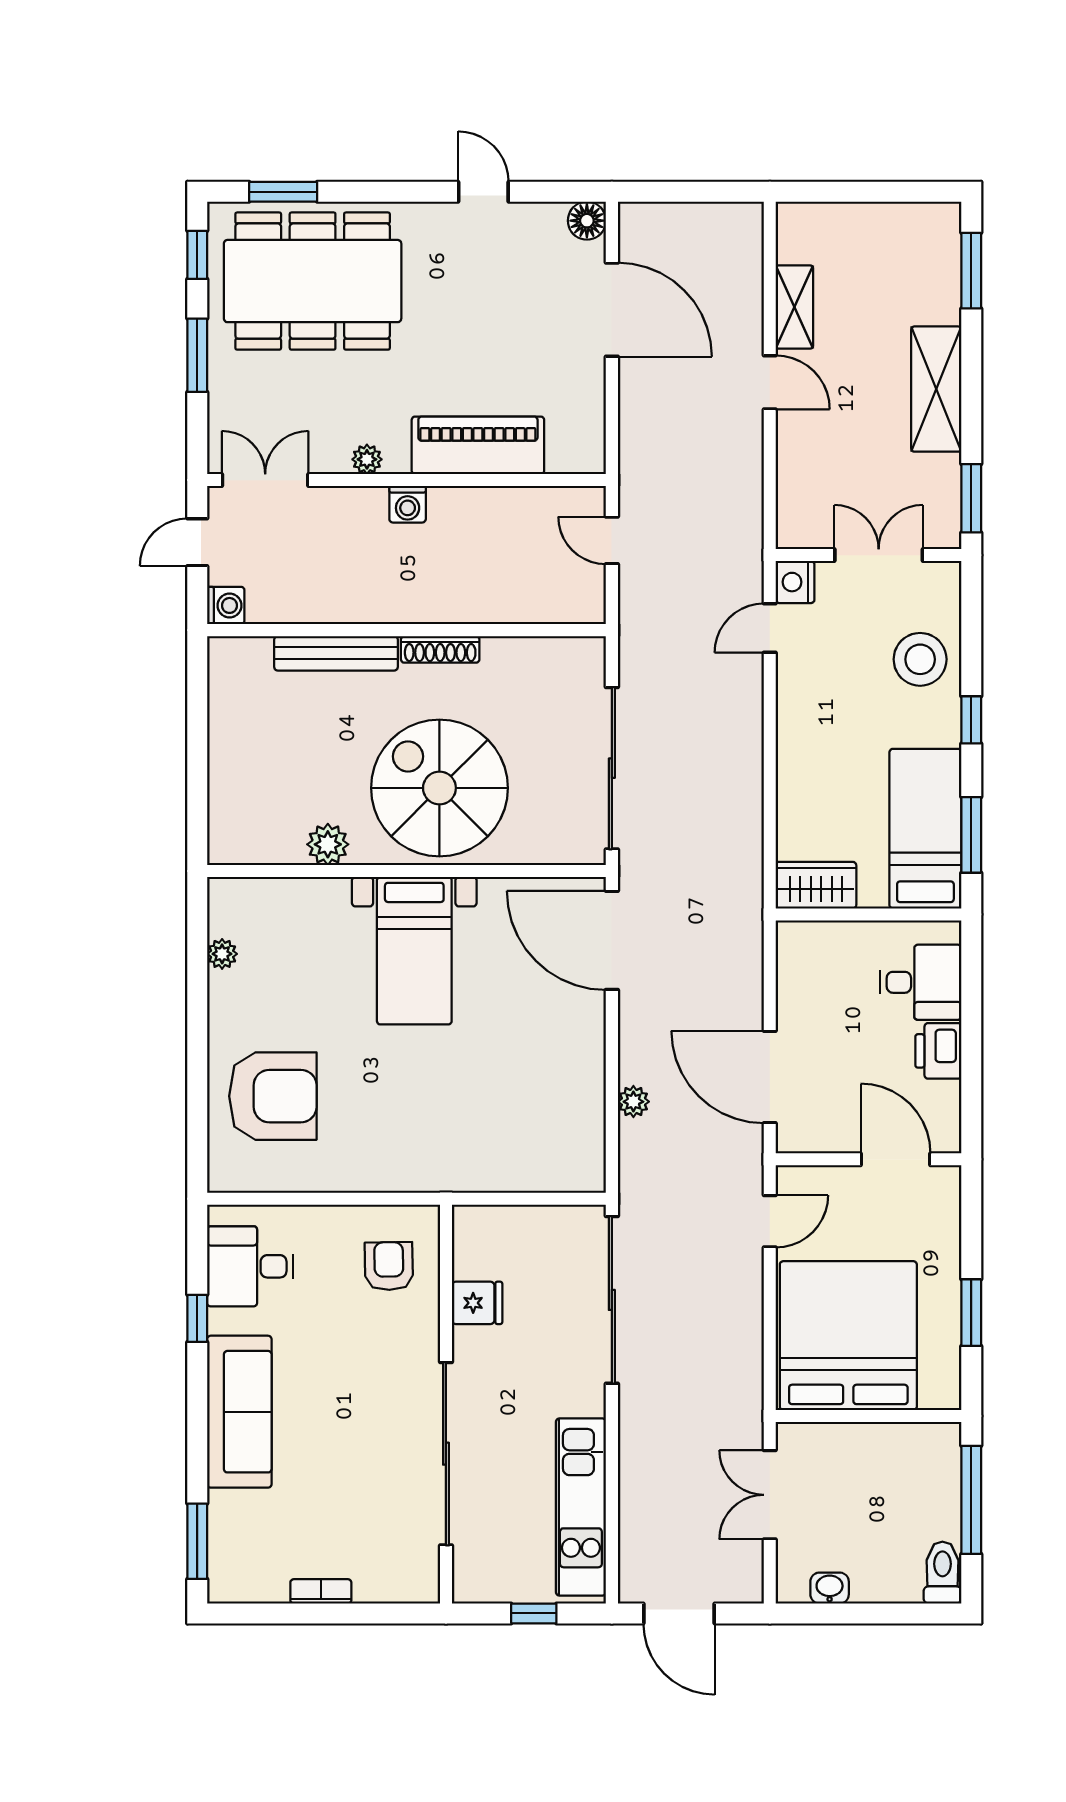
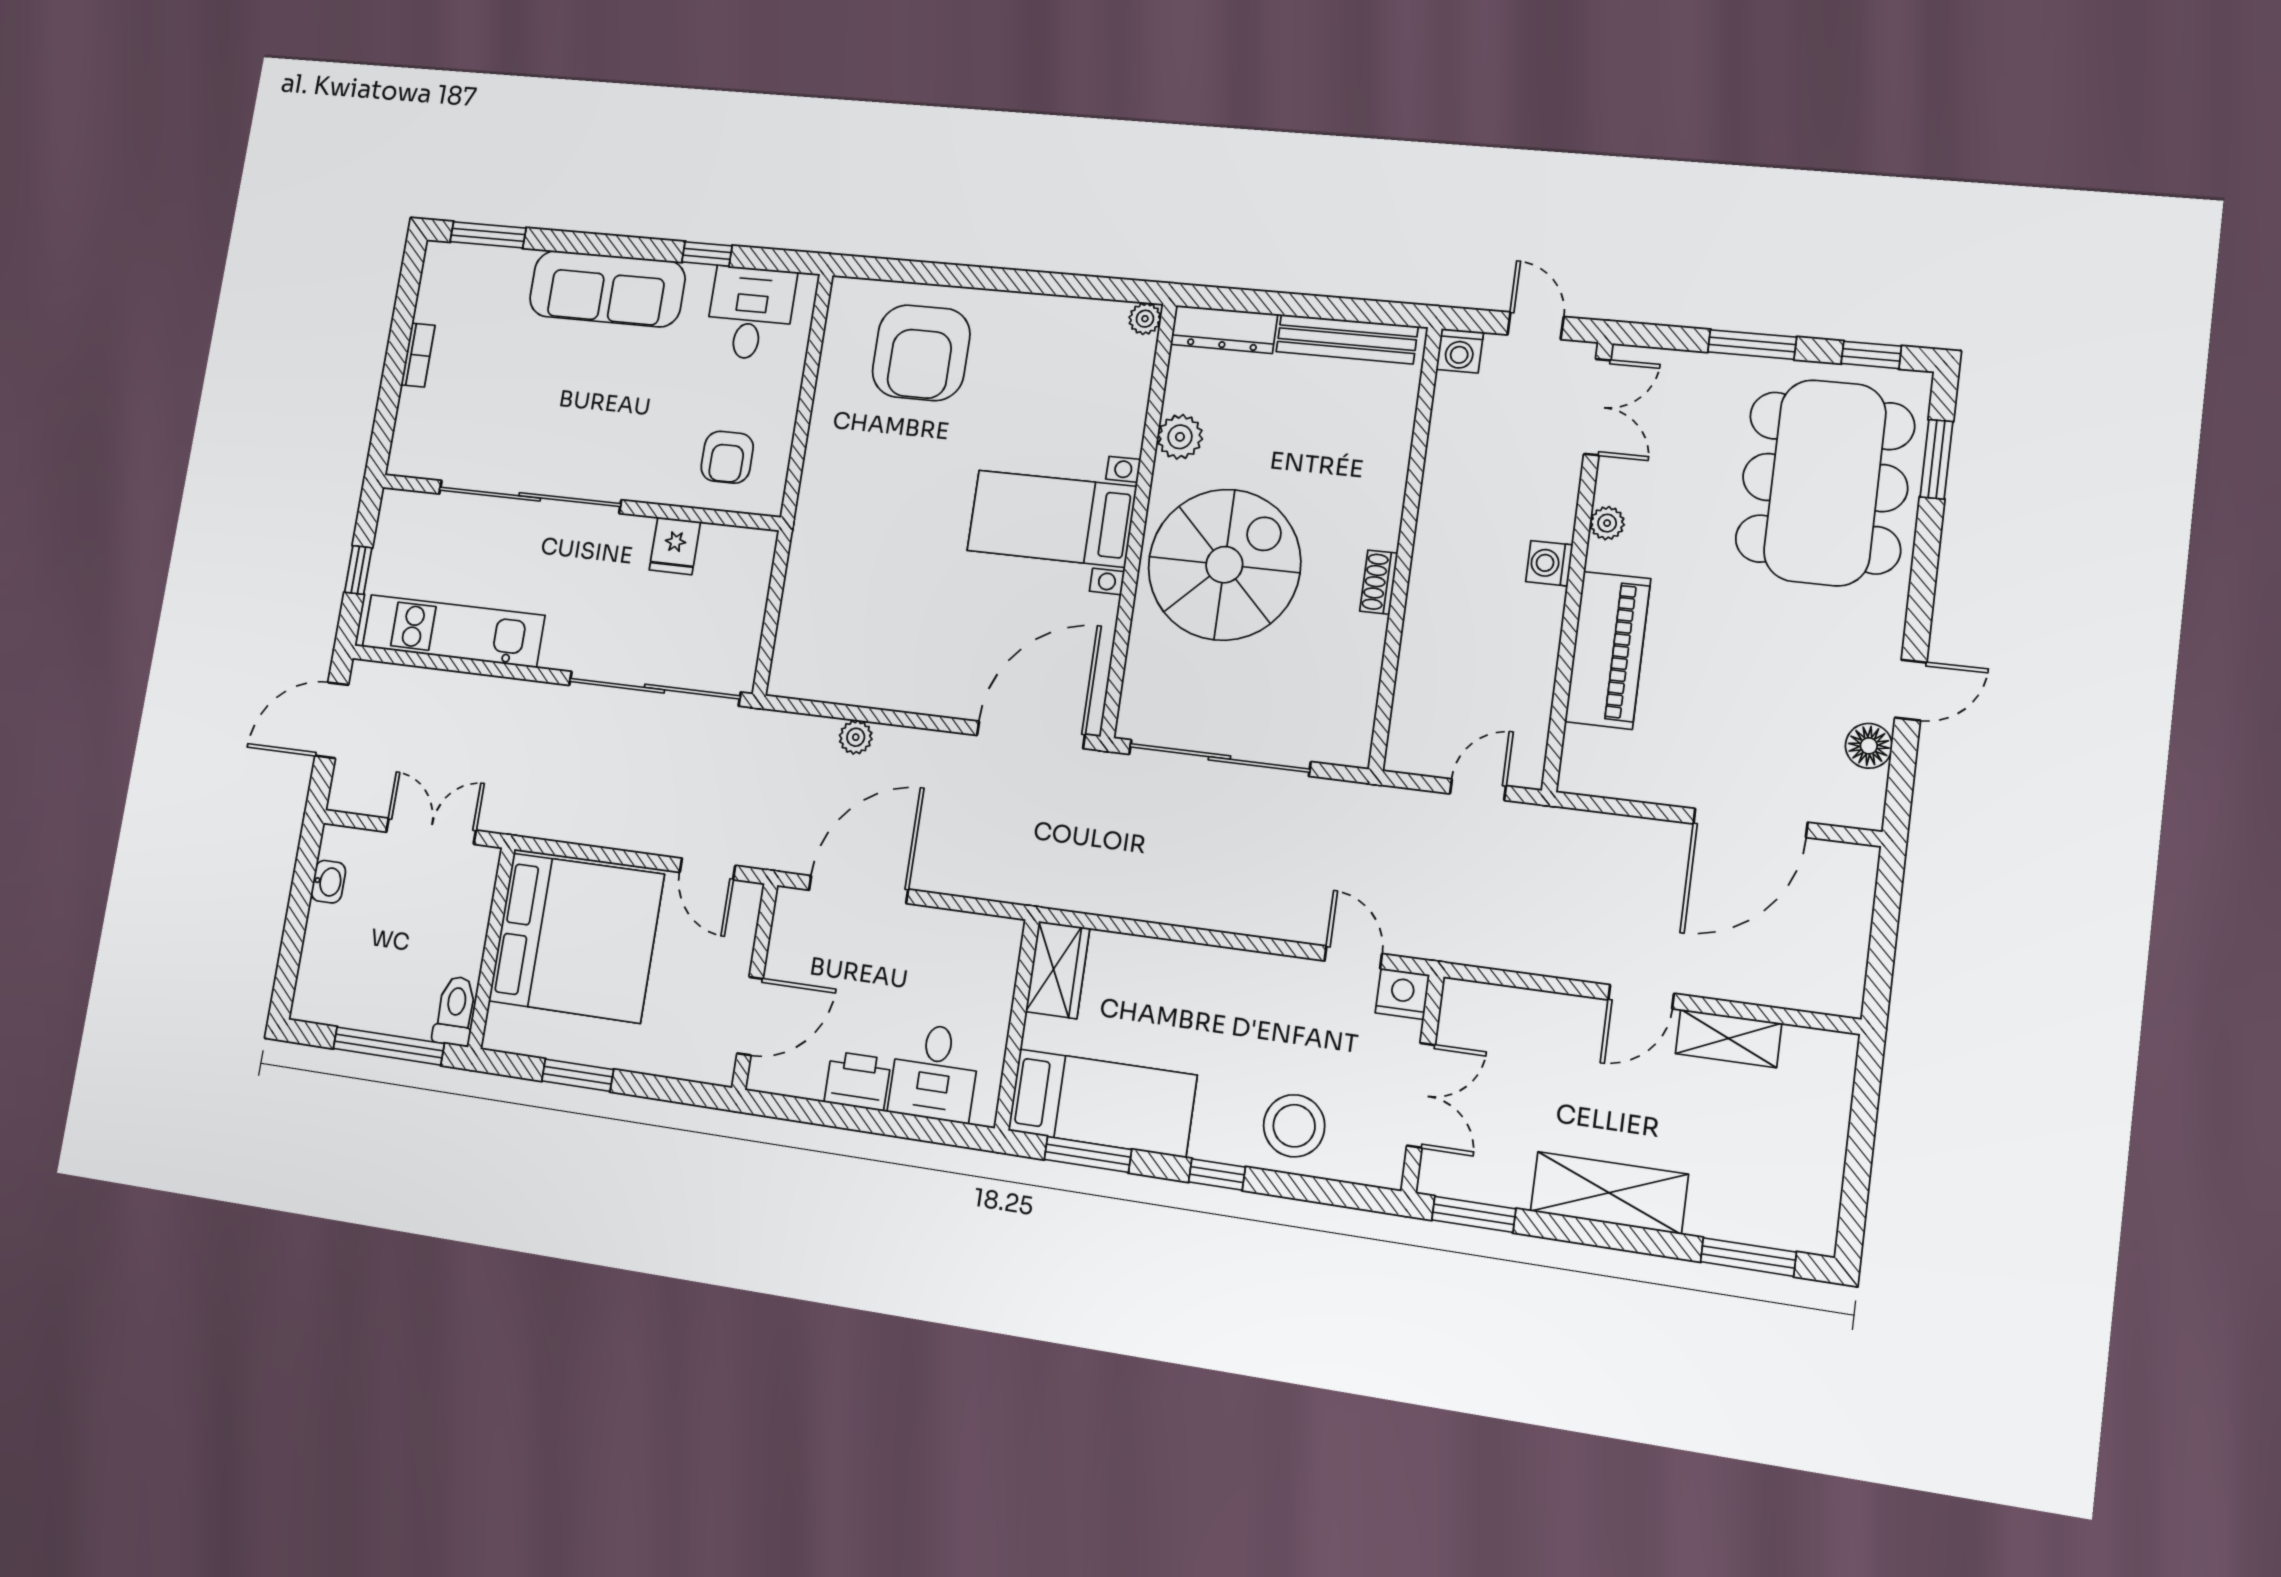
floor lamp: (587, 221) -> (1869, 746), moved
shoe rack: (440, 649) -> (1379, 582), width x0.70
bench: (336, 653) -> (1347, 339), moved, turned 90
dresser: (225, 818) -> (1224, 329), added
plant: (222, 954) -> (1145, 319), moved
armchair: (389, 1266) -> (727, 457), turned 91
toilet: (942, 1573) -> (455, 1011), moved, turned -90

